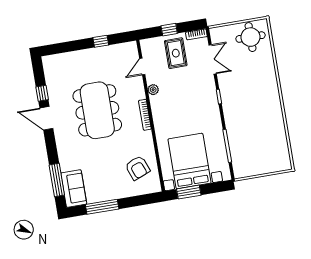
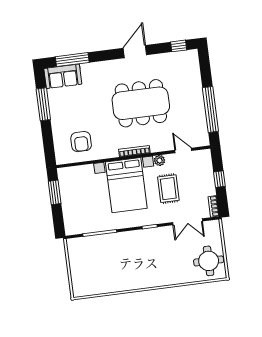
window: (101, 41) -> (210, 109), width x3.17
rug: (176, 53) -> (168, 189), moved, turned 90
window: (42, 93) -> (179, 46), moved
bed with nightstands: (189, 161) -> (126, 185), moved, turned 90
armchair: (138, 168) -> (81, 142), turned -69

